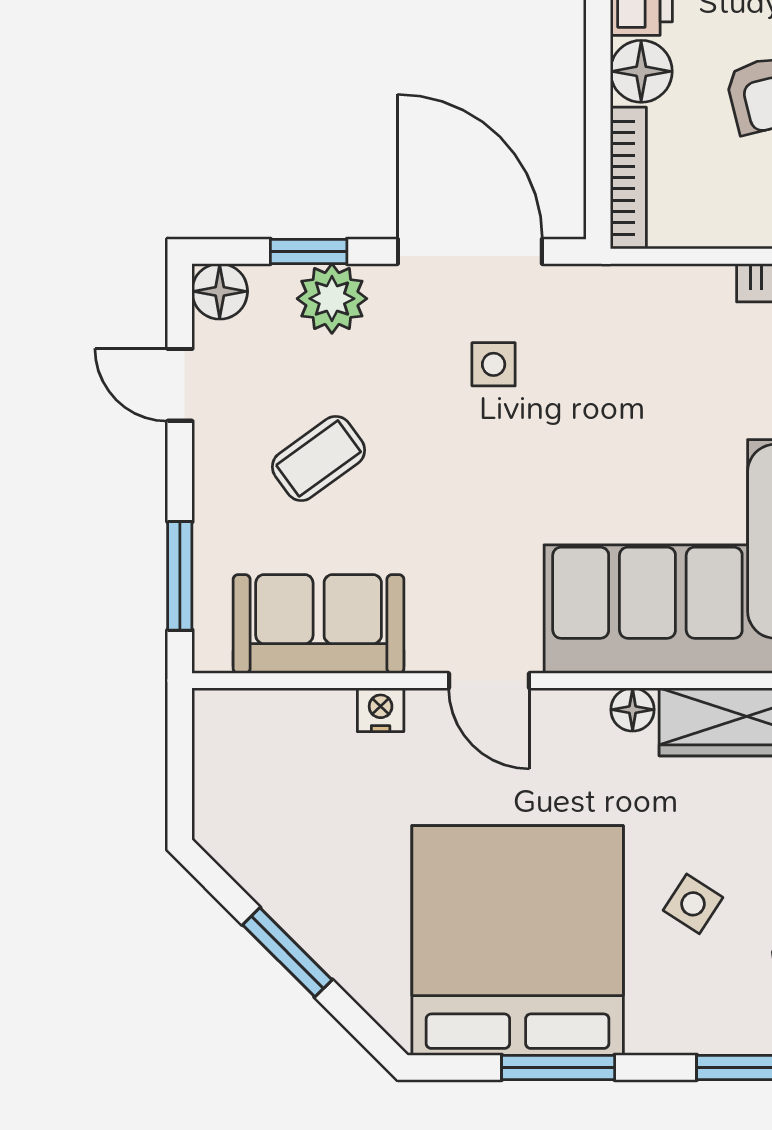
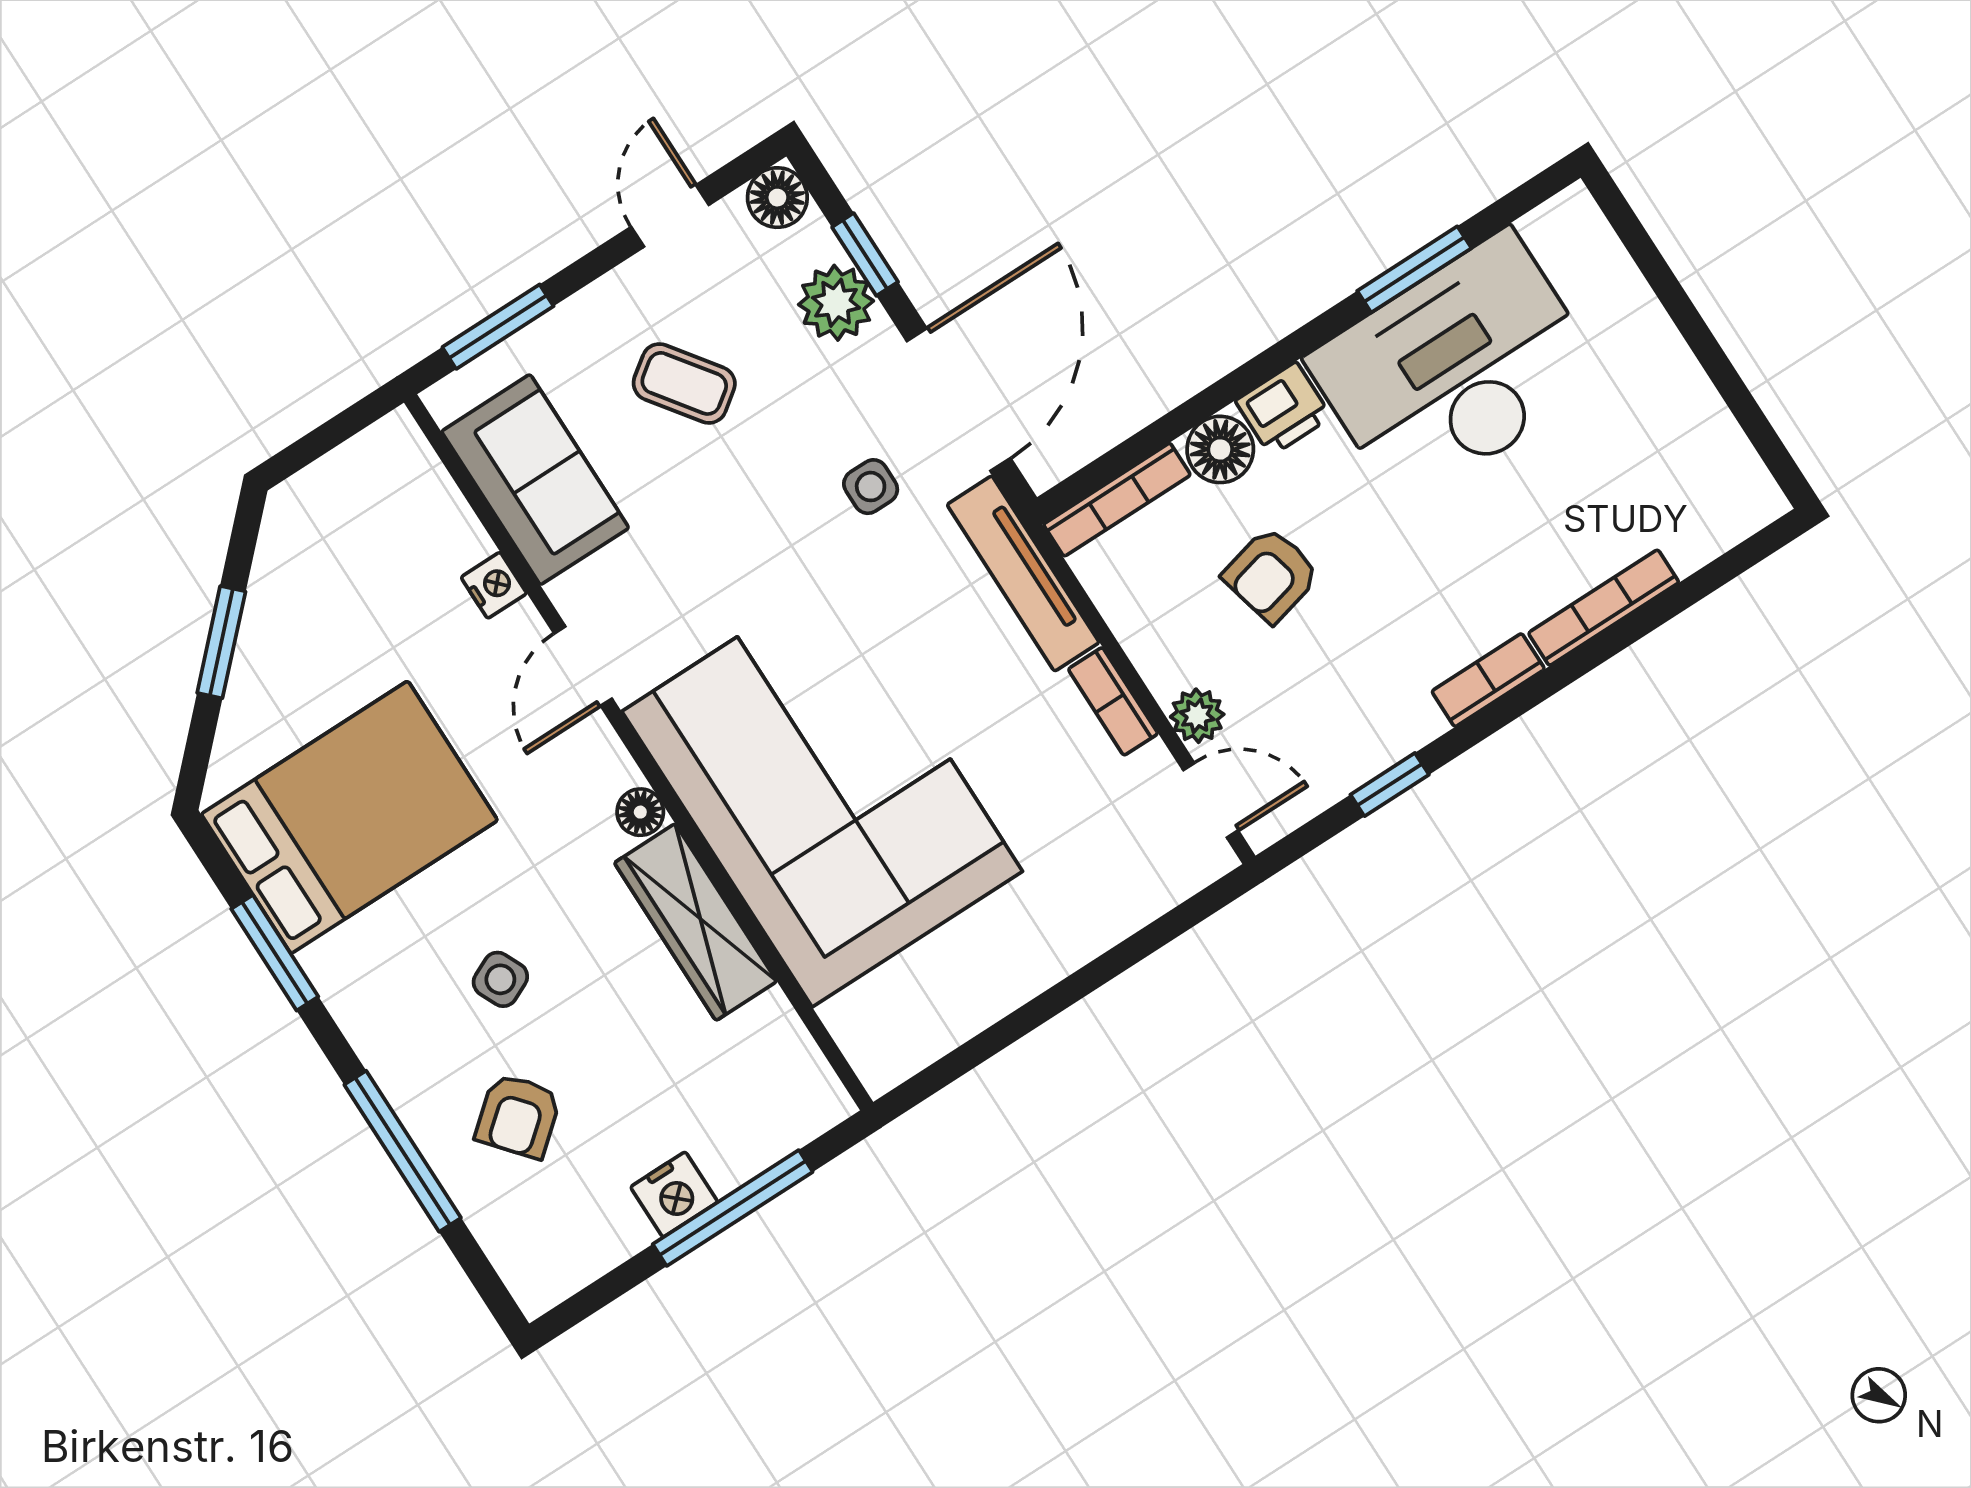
tv unit: (639, 289) -> (1023, 573), added
side table: (693, 904) -> (500, 979), turned 32
bed: (518, 940) -> (349, 817), width x0.73

